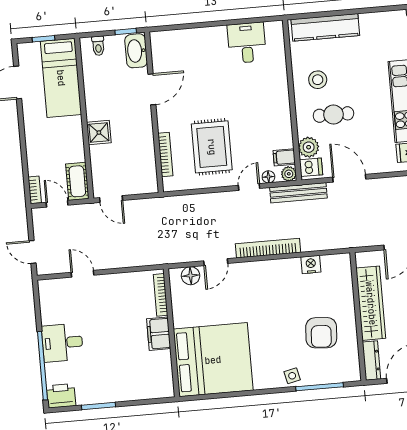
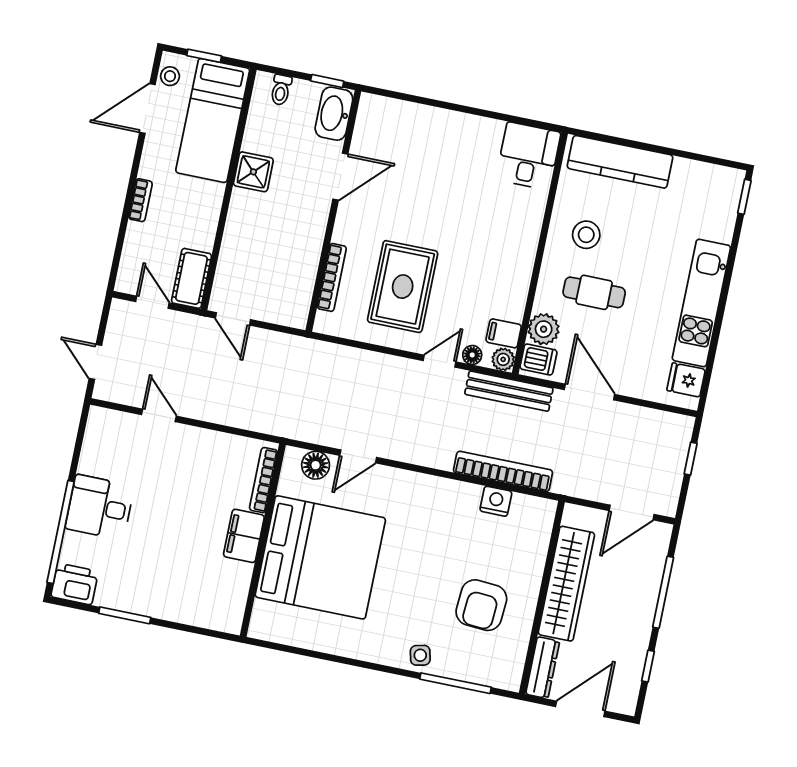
desk: (247, 43) -> (528, 156), moved
stool: (26, 58) -> (170, 76), added
shower: (99, 133) -> (253, 172), moved
bookcase: (35, 190) -> (140, 200), moved
bookcase: (268, 248) -> (503, 471), moved
bed: (213, 360) -> (320, 557), moved

